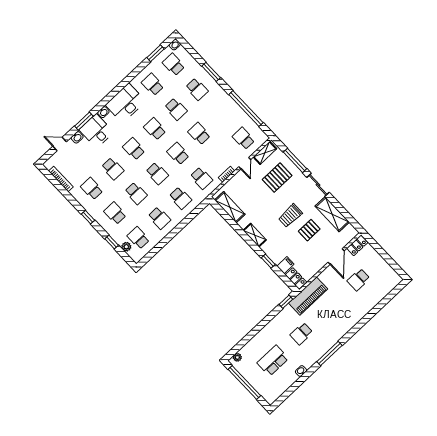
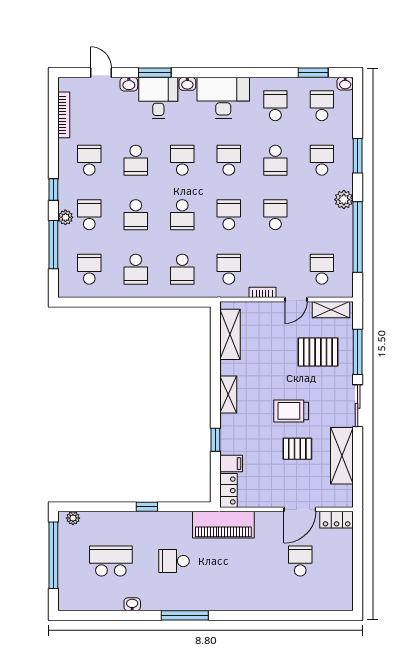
school desk: (197, 89) -> (322, 160), turned 180
plant: (224, 98) -> (344, 200), added
school desk: (201, 178) -> (229, 269), turned 180
window: (112, 242) -> (53, 245), width x2.17
plant: (126, 247) -> (65, 217), moved
school desk: (358, 280) -> (300, 561), turned 90
window: (286, 302) -> (147, 507), moved

